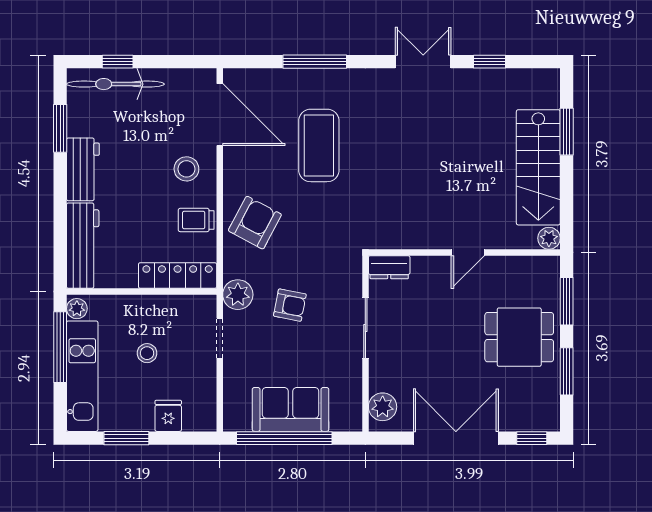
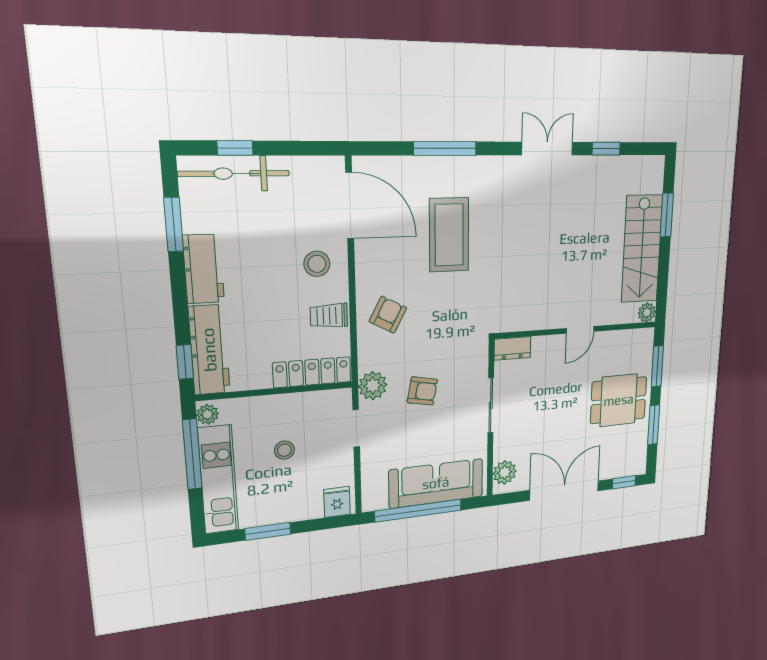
armchair: (255, 223) -> (388, 315), width x0.72, depth x0.72
window: (60, 255) -> (185, 362), added
sofa: (291, 409) -> (436, 483), width x1.36
fridge: (168, 416) -> (337, 502), moved

